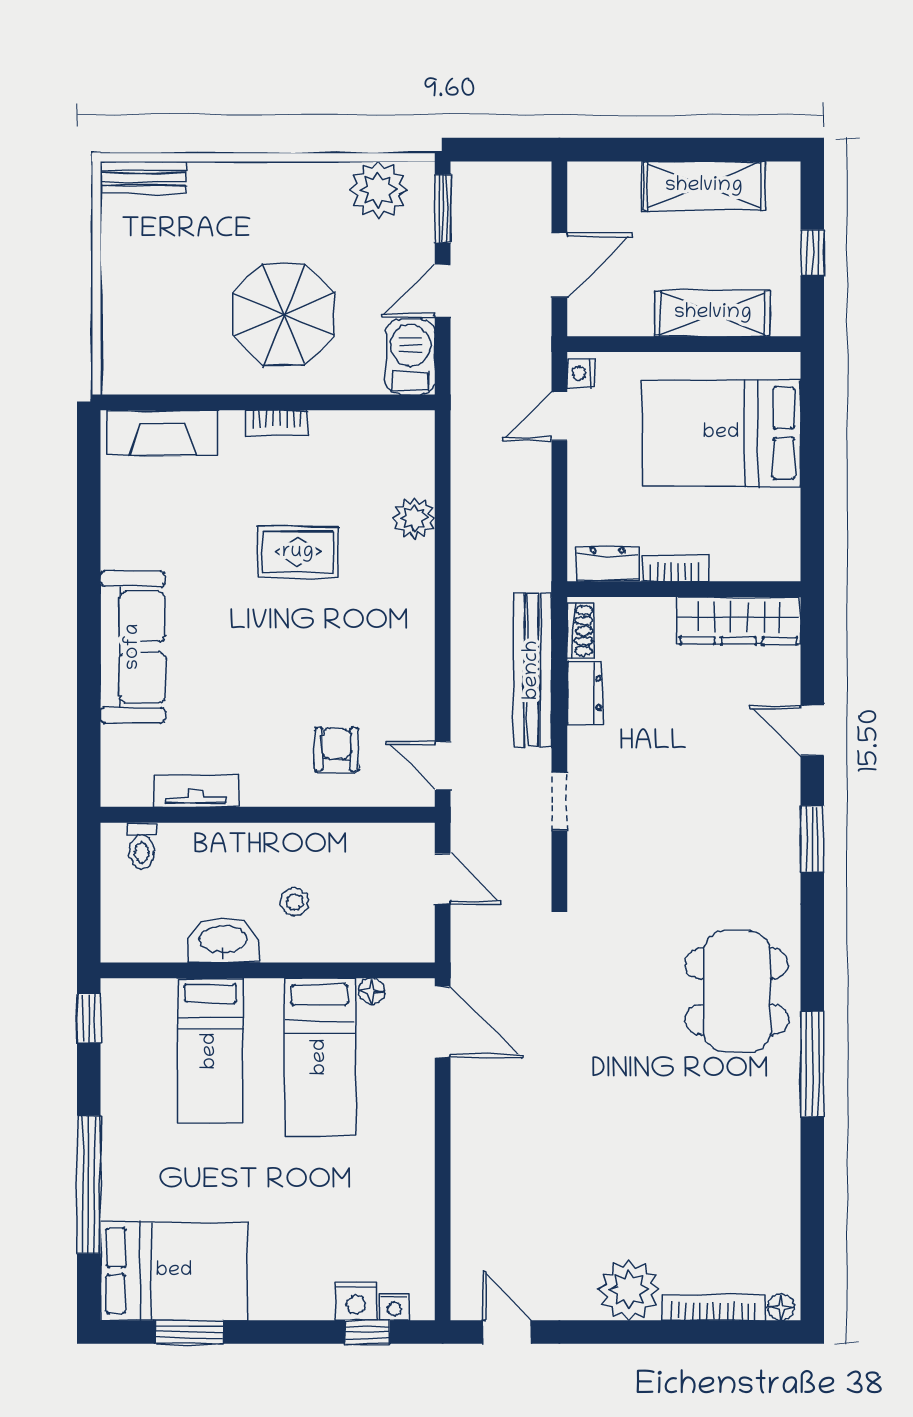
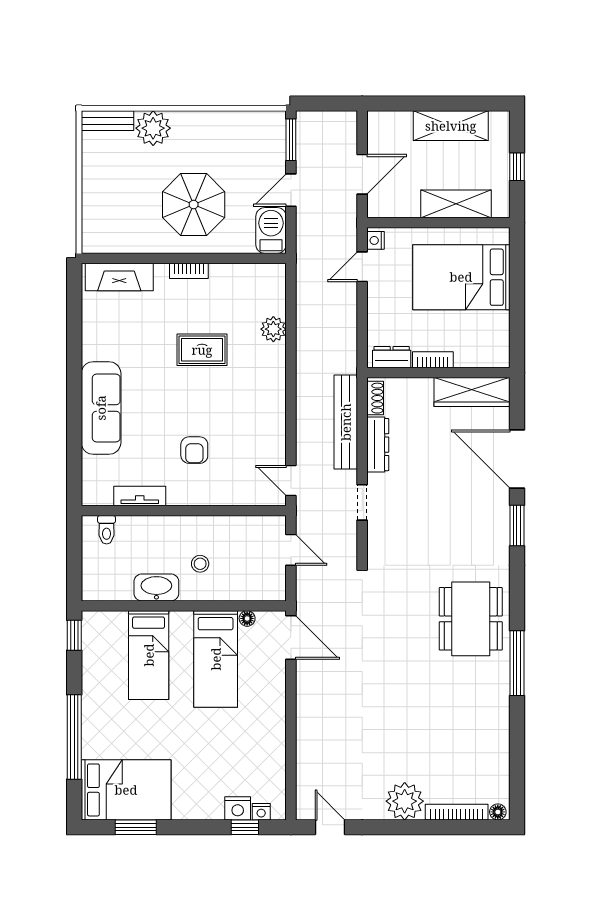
plant: (378, 190) -> (153, 128), moved
dresser: (585, 693) -> (378, 445), width x1.44
door: (812, 730) -> (517, 459), width x1.87
armchair: (337, 750) -> (194, 450), moved, turned 180

